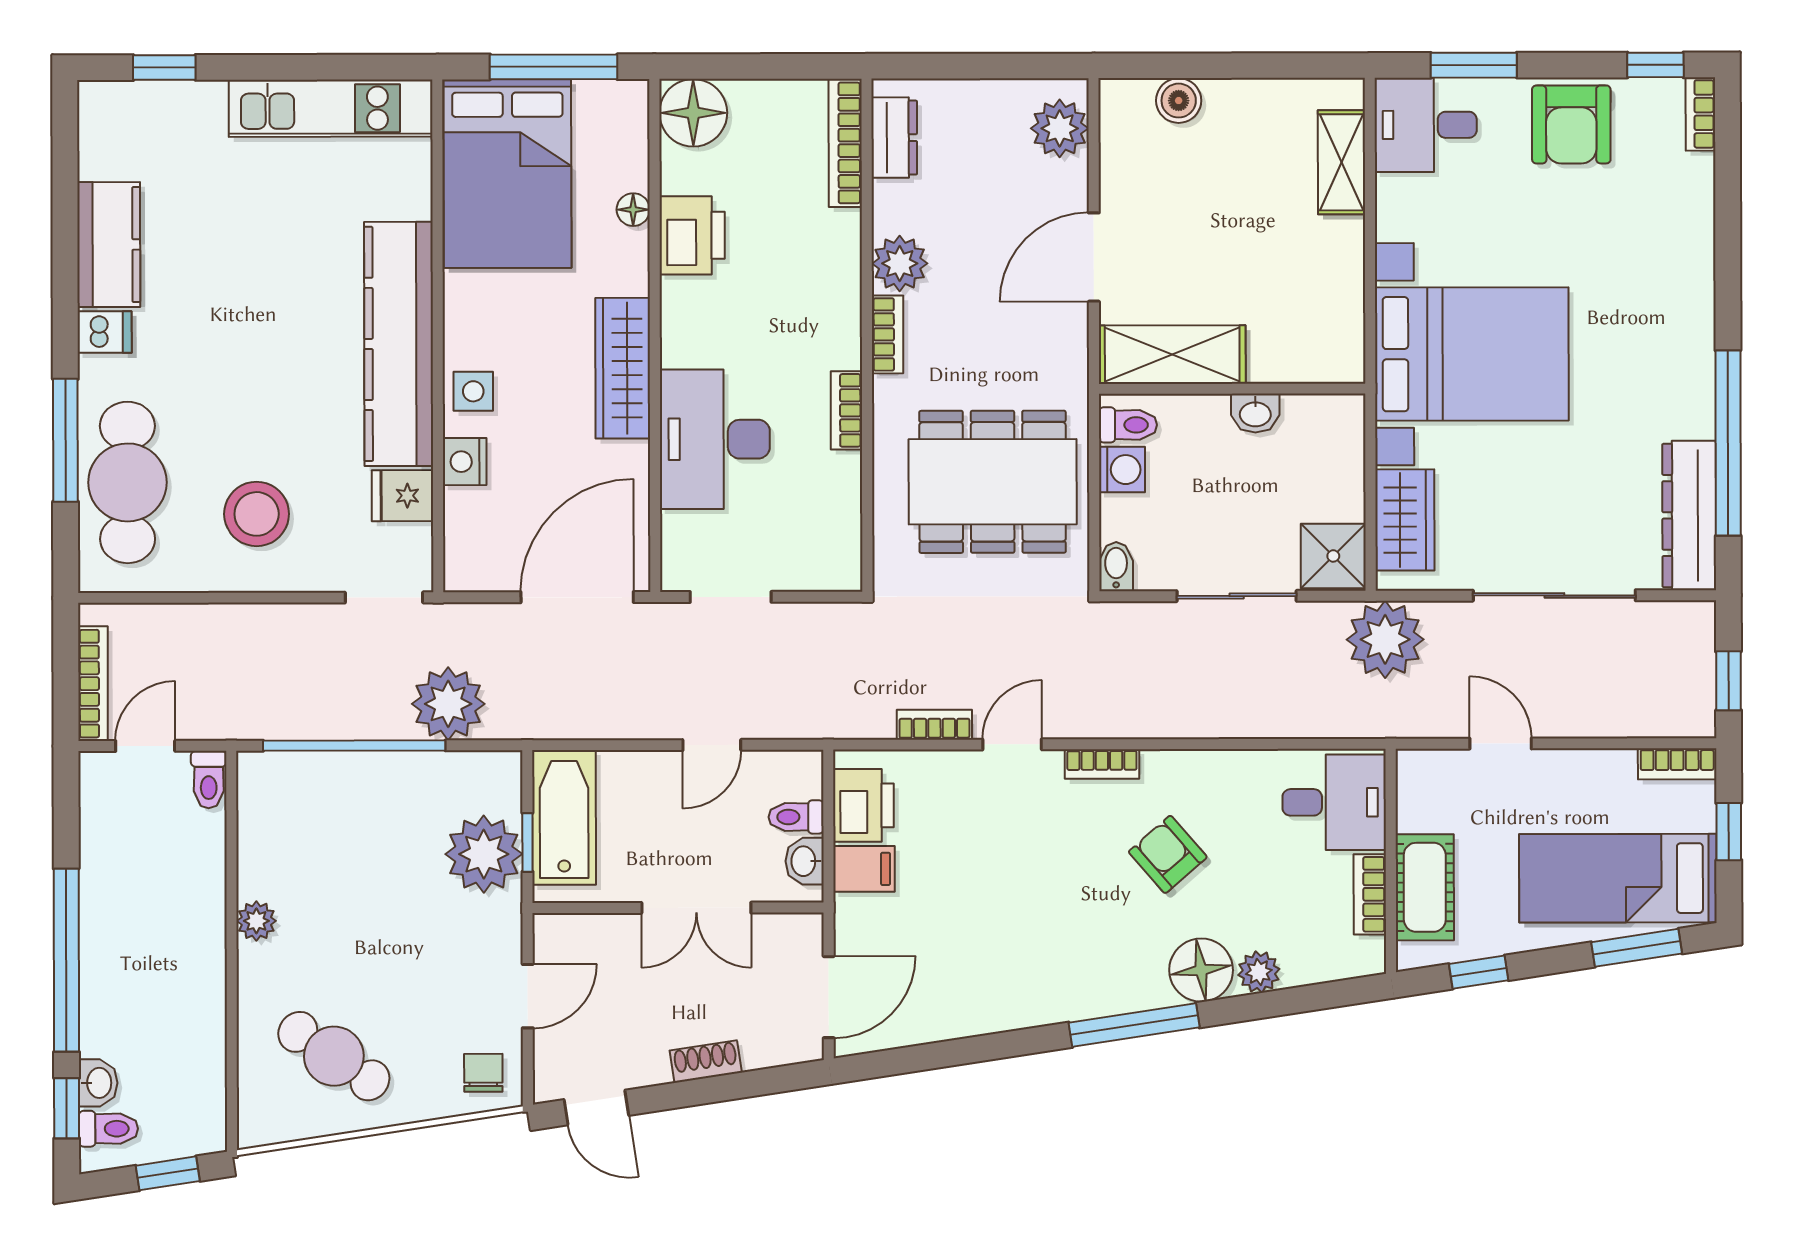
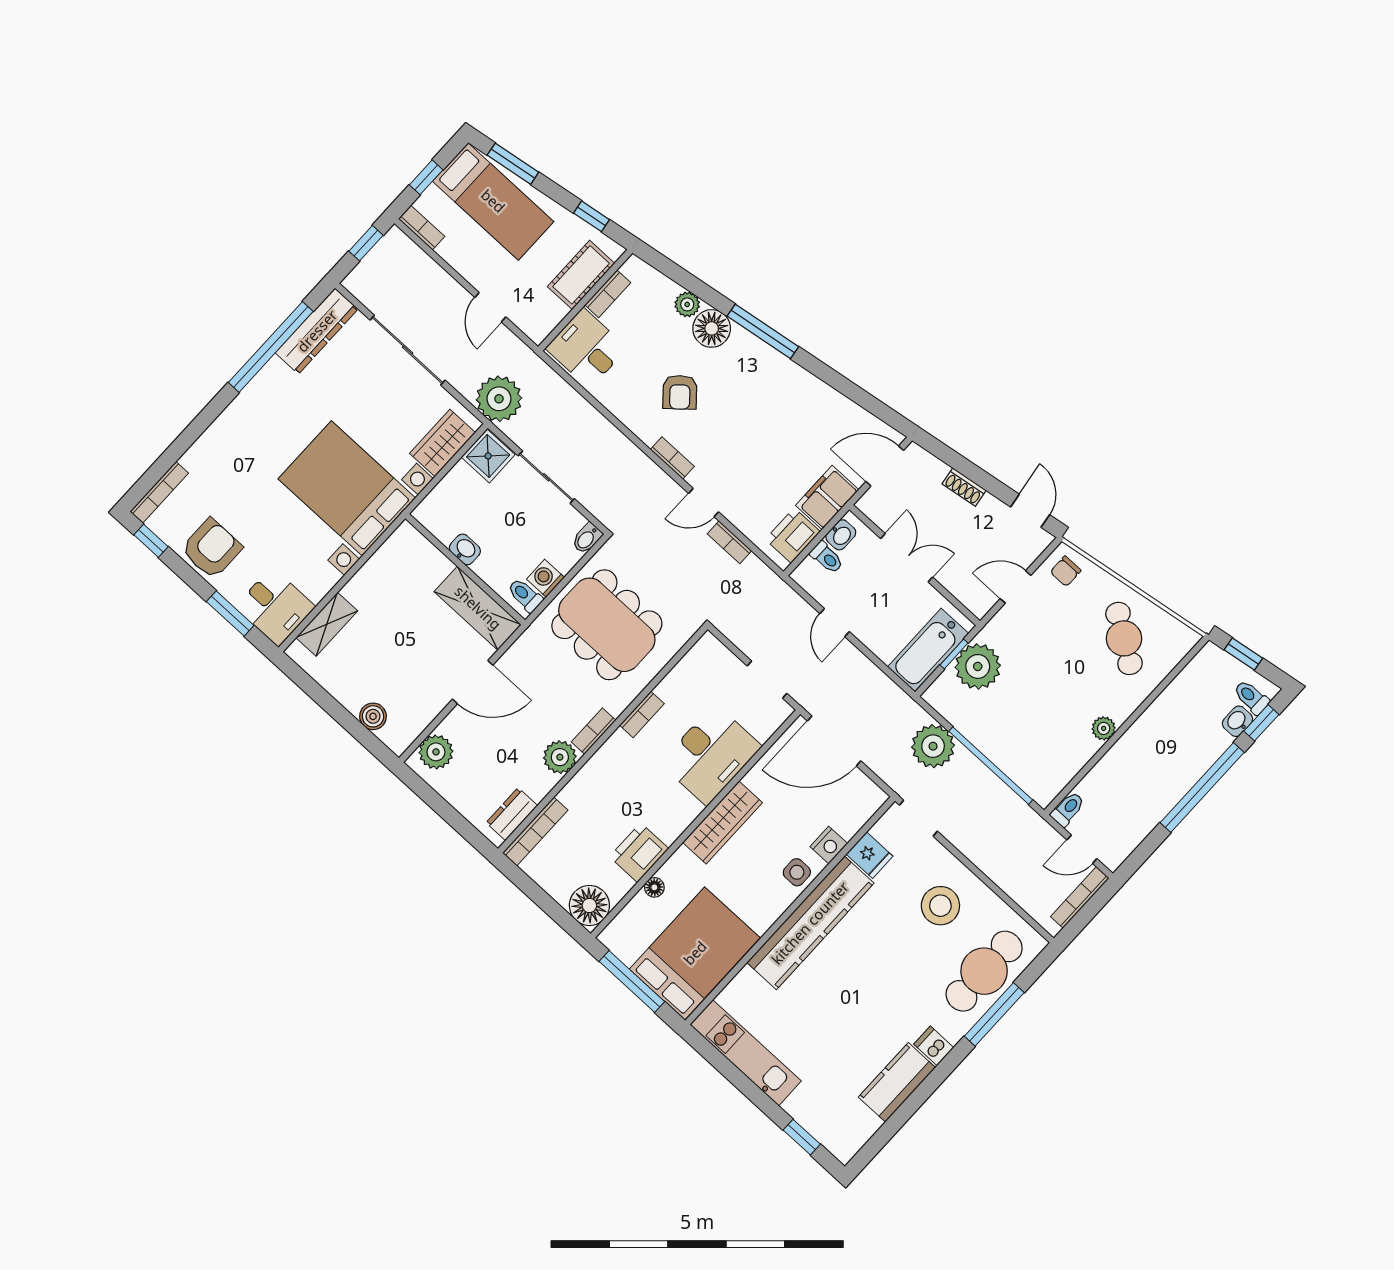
bookcase: (1700, 114) -> (159, 492), width x1.56
door: (712, 745) -> (835, 623), swing flipped
filing cabinet: (864, 869) -> (827, 498), width x2.00

